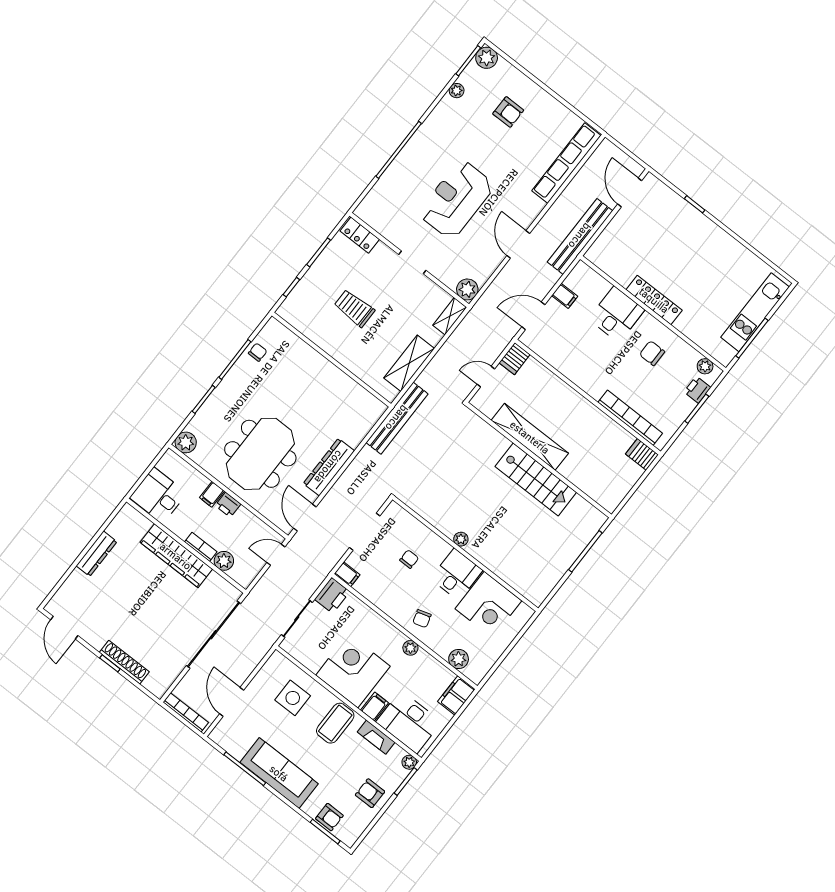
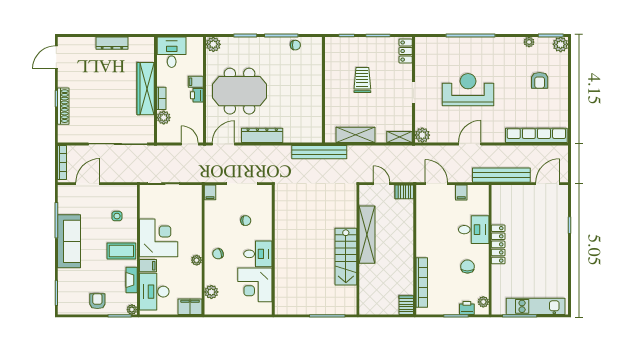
plant: (461, 539) -> (280, 241), removed
printer: (332, 595) -> (192, 193), removed
side table: (293, 698) -> (117, 216), width x0.54, depth x0.54
armchair: (329, 817) -> (66, 289), removed

